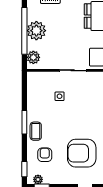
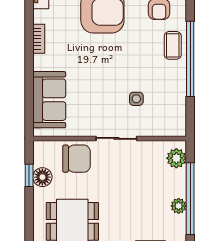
plant: (36, 31) -> (179, 206), width x0.53, depth x0.53
window: (24, 122) -> (190, 59), width x2.11

